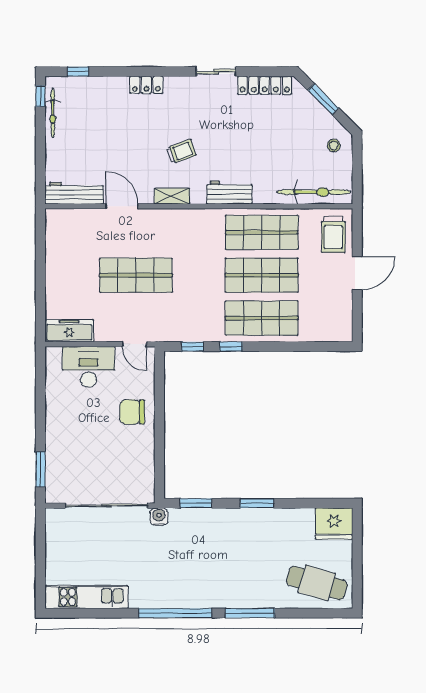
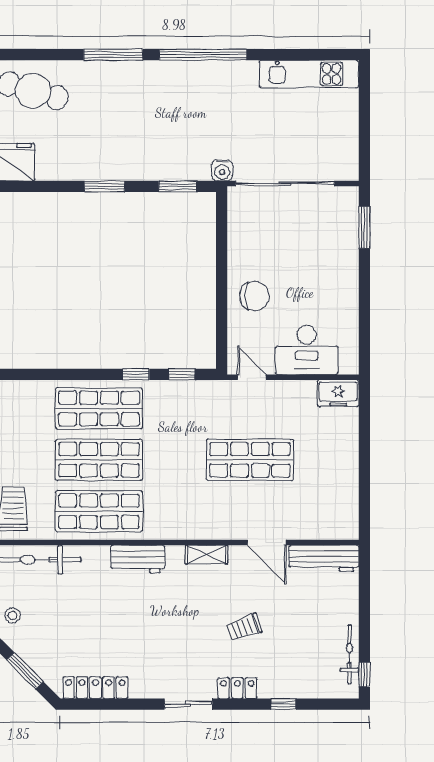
window: (78, 72) -> (283, 704), moved
sliding door: (216, 72) -> (188, 704), moved
trolley: (181, 152) -> (244, 628), moved
freezer: (69, 331) -> (338, 393), width x0.71

